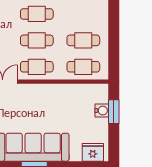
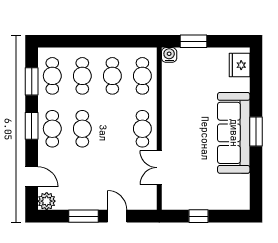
cafe table: (37, 40) -> (82, 76), moved
water cooler: (102, 111) -> (169, 55), moved

